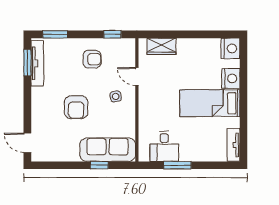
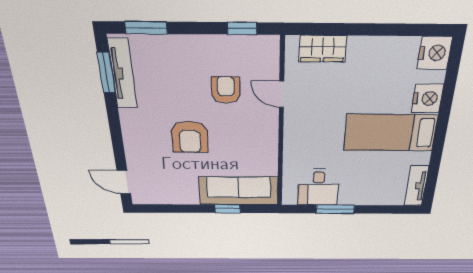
armchair: (92, 59) -> (226, 90), moved, turned -90
side table: (116, 96) -> (249, 123), removed

